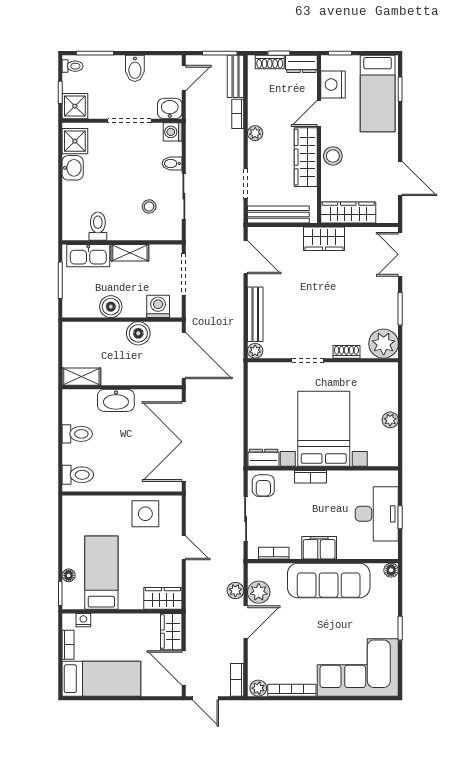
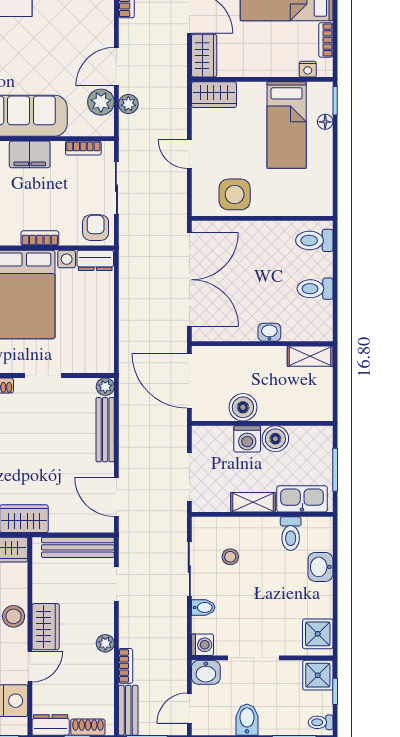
wardrobe: (306, 157) -> (46, 627), width x0.67
washbasin: (73, 168) -> (320, 567), moved
washing machine: (158, 306) -> (247, 439), moved
washbasin: (116, 400) -> (269, 332), width x0.52, depth x0.69

